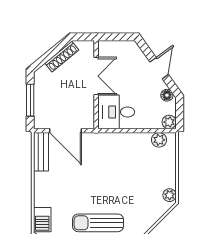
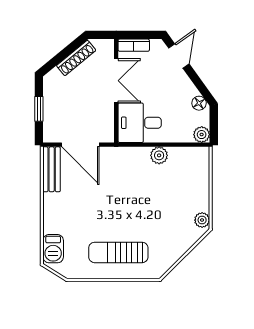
bookcase: (111, 46) -> (134, 45), added
door: (159, 68) -> (179, 56), moved
window: (30, 100) -> (39, 109), width x0.67
plant: (159, 140) -> (159, 155), moved

